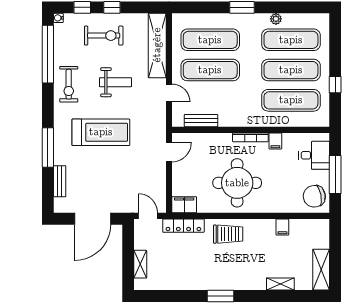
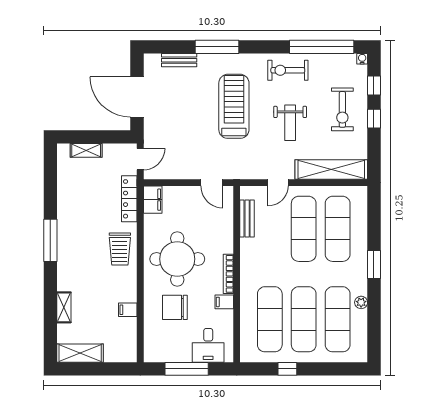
treadmill: (101, 132) -> (234, 106), turned 180
chair: (314, 196) -> (175, 307), moved, turned -79
window: (221, 296) -> (50, 240), width x1.44

